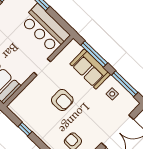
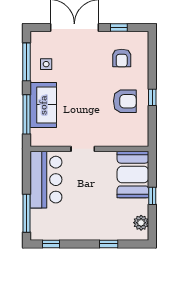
armchair: (62, 100) -> (125, 101), moved, turned 90
window: (25, 129) -> (152, 97), moved

